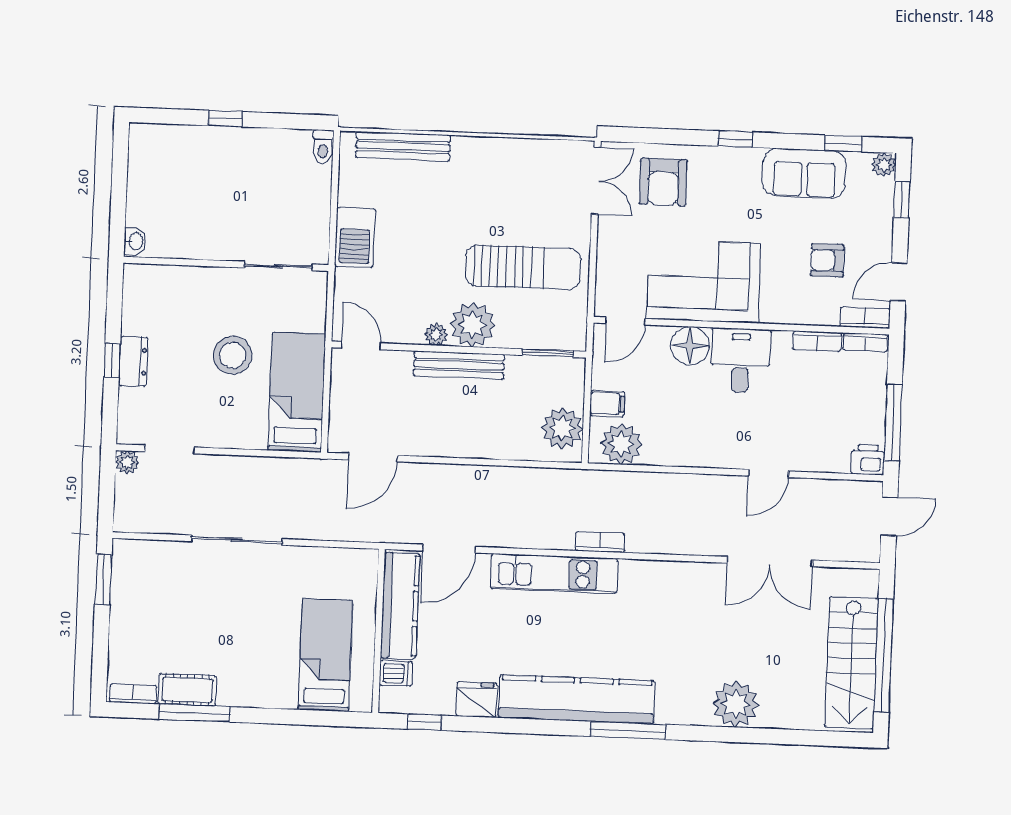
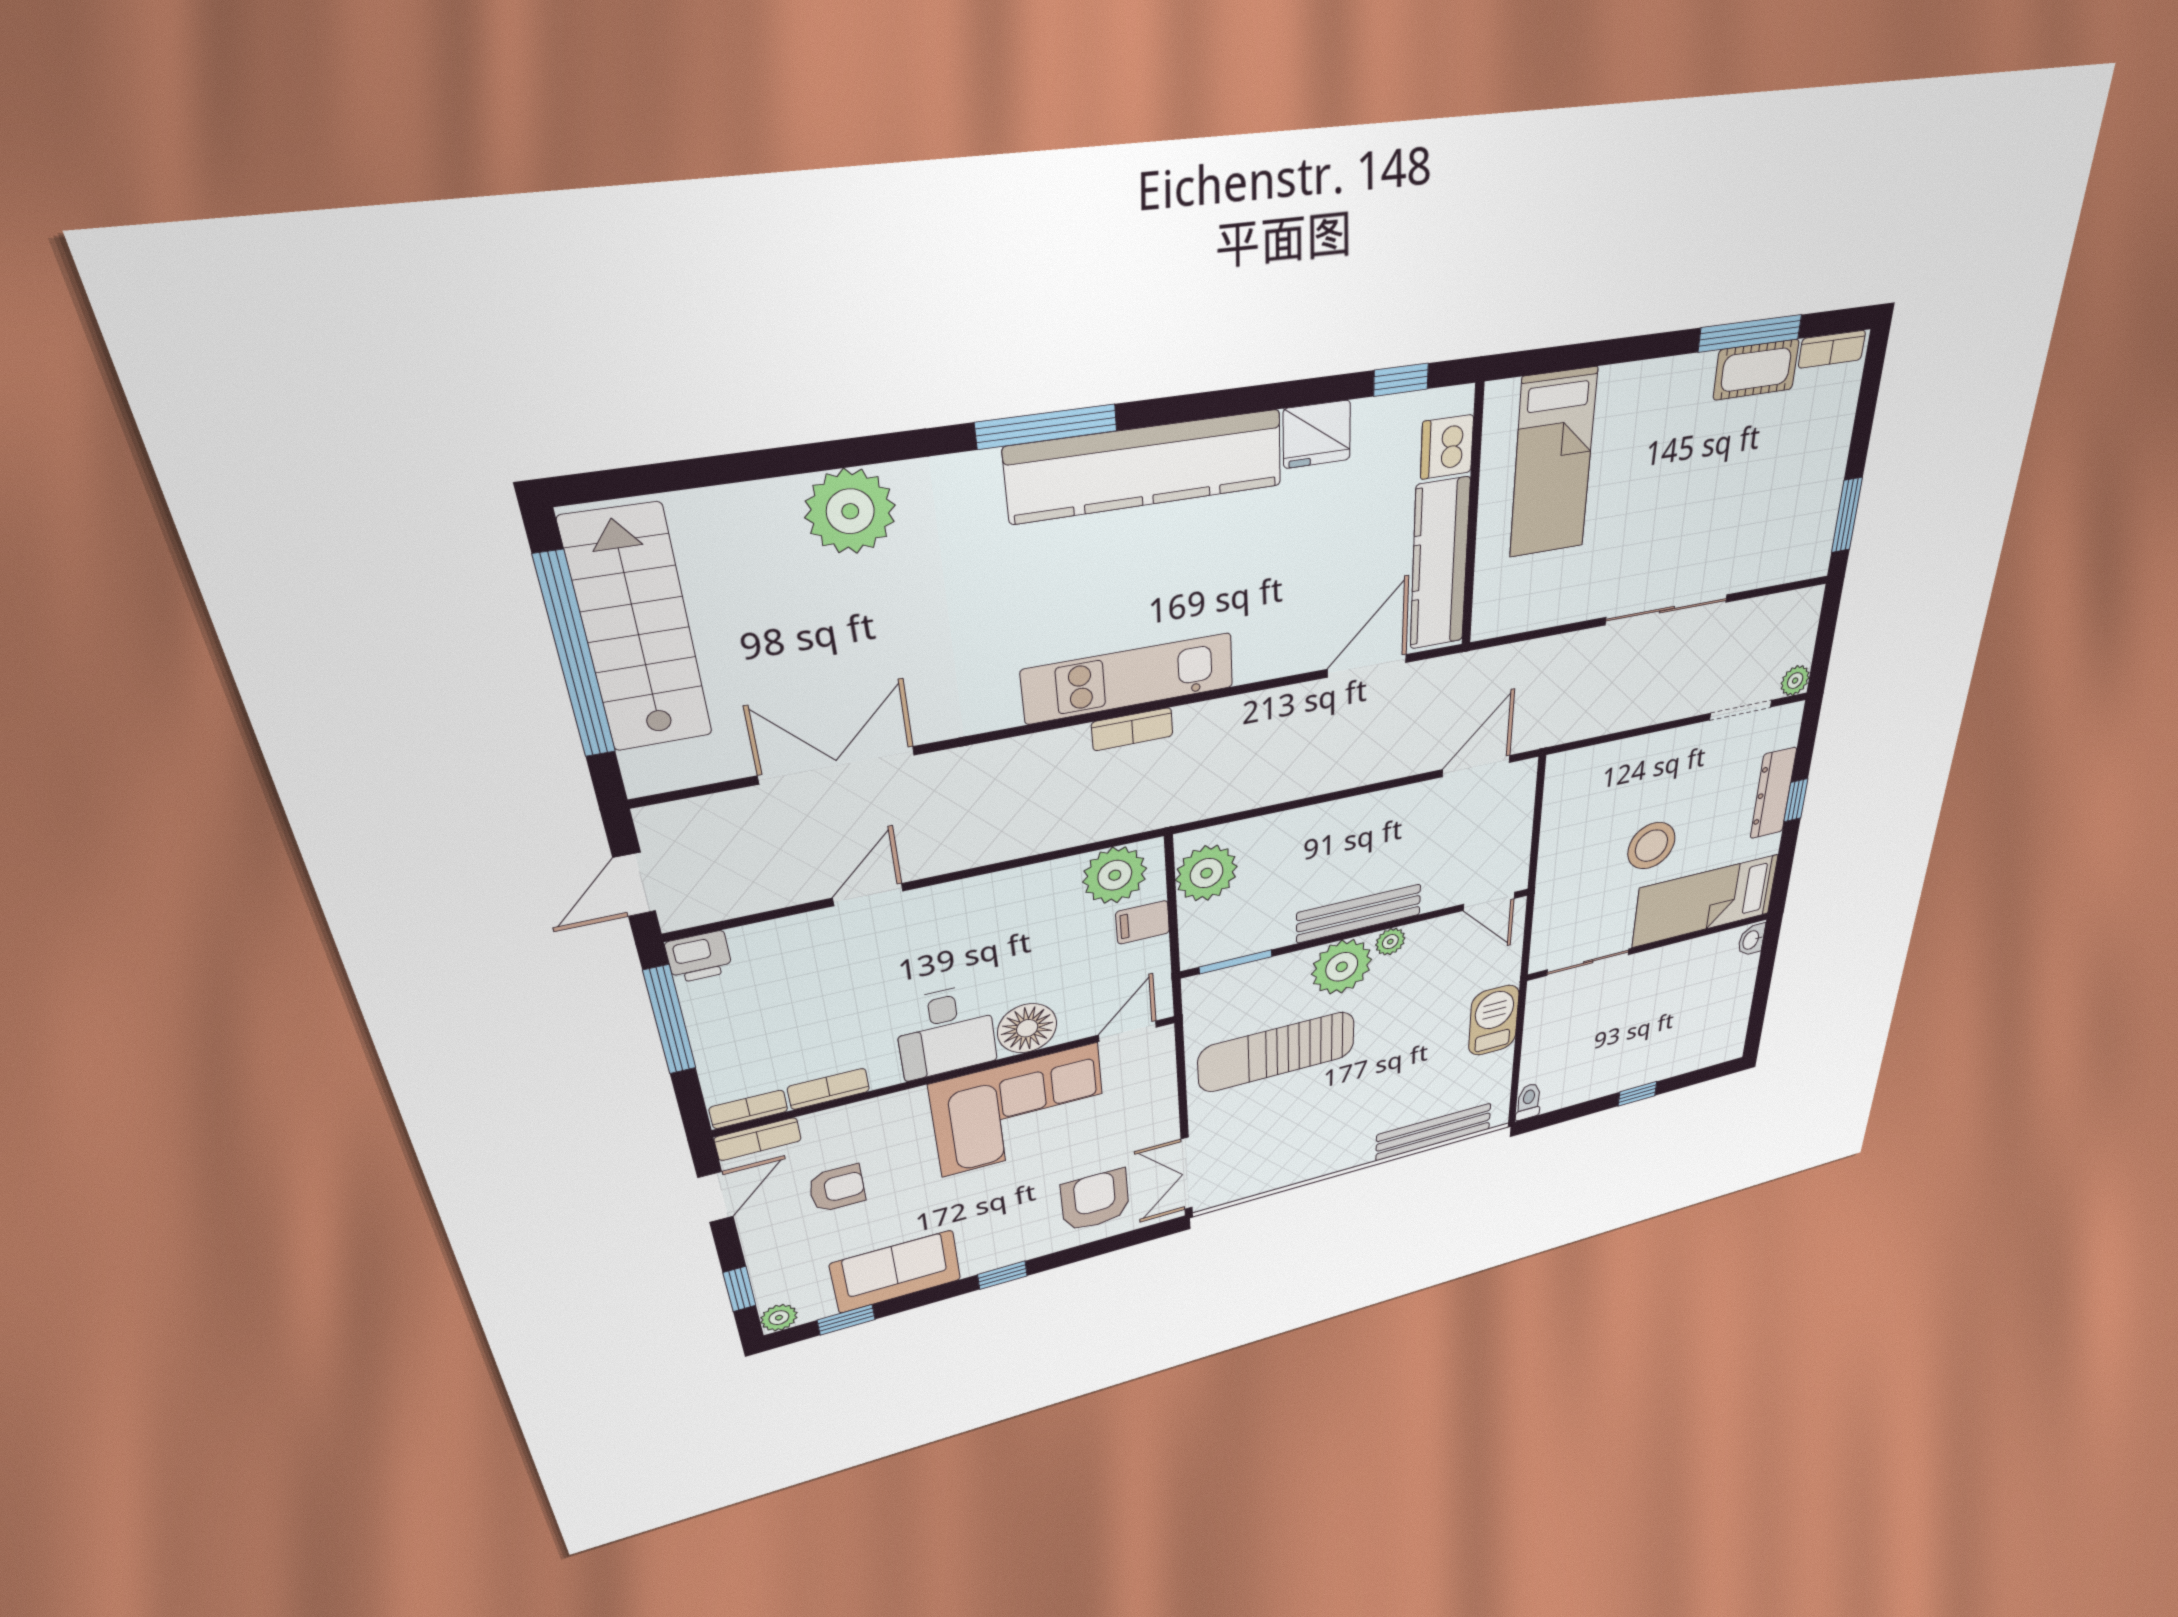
dresser: (133, 361) -> (1773, 793), width x1.44
bed: (297, 392) -> (1705, 901), moved, turned 90
kitchen unit: (554, 574) -> (1129, 678), moved
dishwasher: (396, 673) -> (1447, 447), width x1.38

